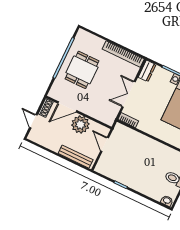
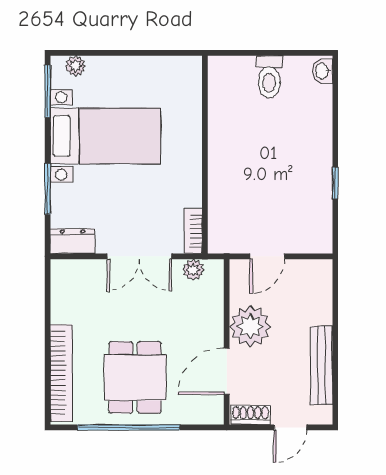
bookcase: (123, 54) -> (61, 373), moved
dining table: (82, 70) -> (135, 377), turned 90
door: (67, 107) -> (227, 371), swing flipped
plant: (113, 113) -> (193, 270), added
bench: (76, 157) -> (321, 366), moved

